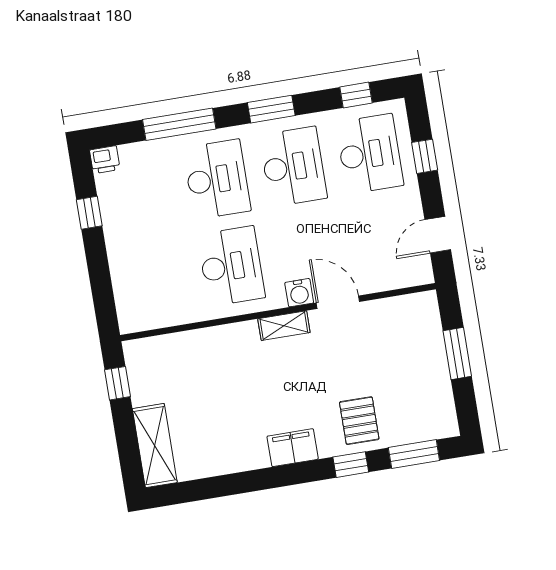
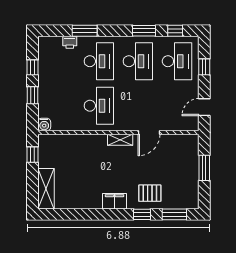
window: (271, 109) -> (144, 31), moved
window: (179, 124) -> (85, 31), width x0.69
printer: (105, 160) -> (70, 42), moved
window: (98, 267) -> (33, 95), added
water cooler: (299, 293) -> (44, 125), moved
door: (338, 302) -> (149, 133), swing flipped
pallet: (359, 421) -> (150, 193), turned 90

